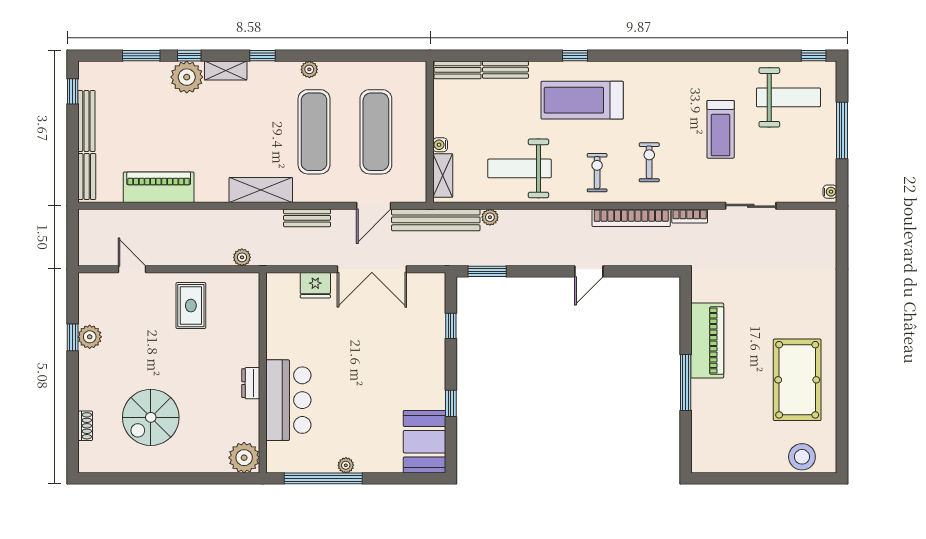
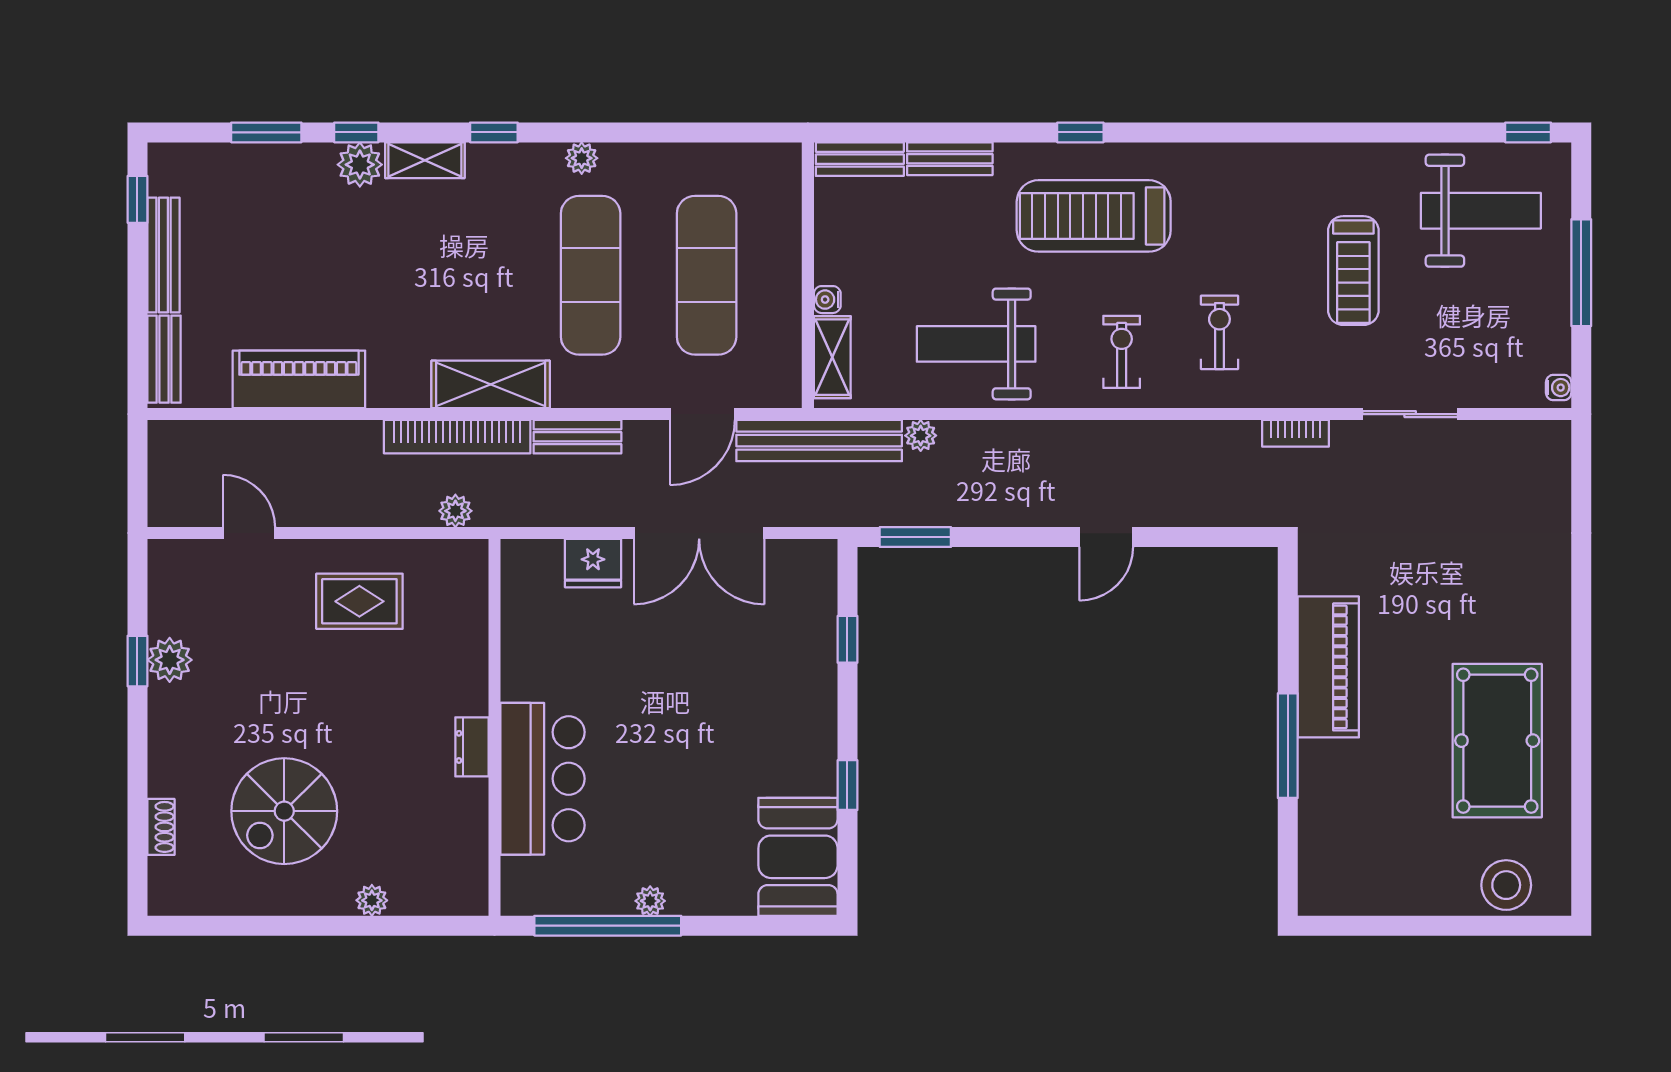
plant: (187, 77) -> (360, 165), width x0.73, depth x0.73
bookcase: (631, 218) -> (457, 437), moved
rug: (191, 306) -> (359, 601), turned 90
plant: (244, 458) -> (372, 900), moved, width x0.53, depth x0.53

